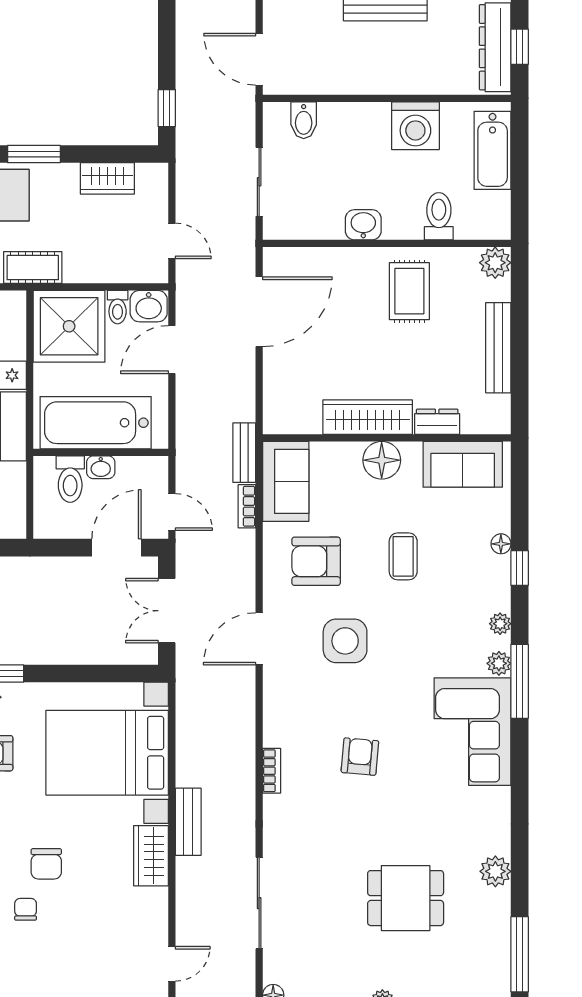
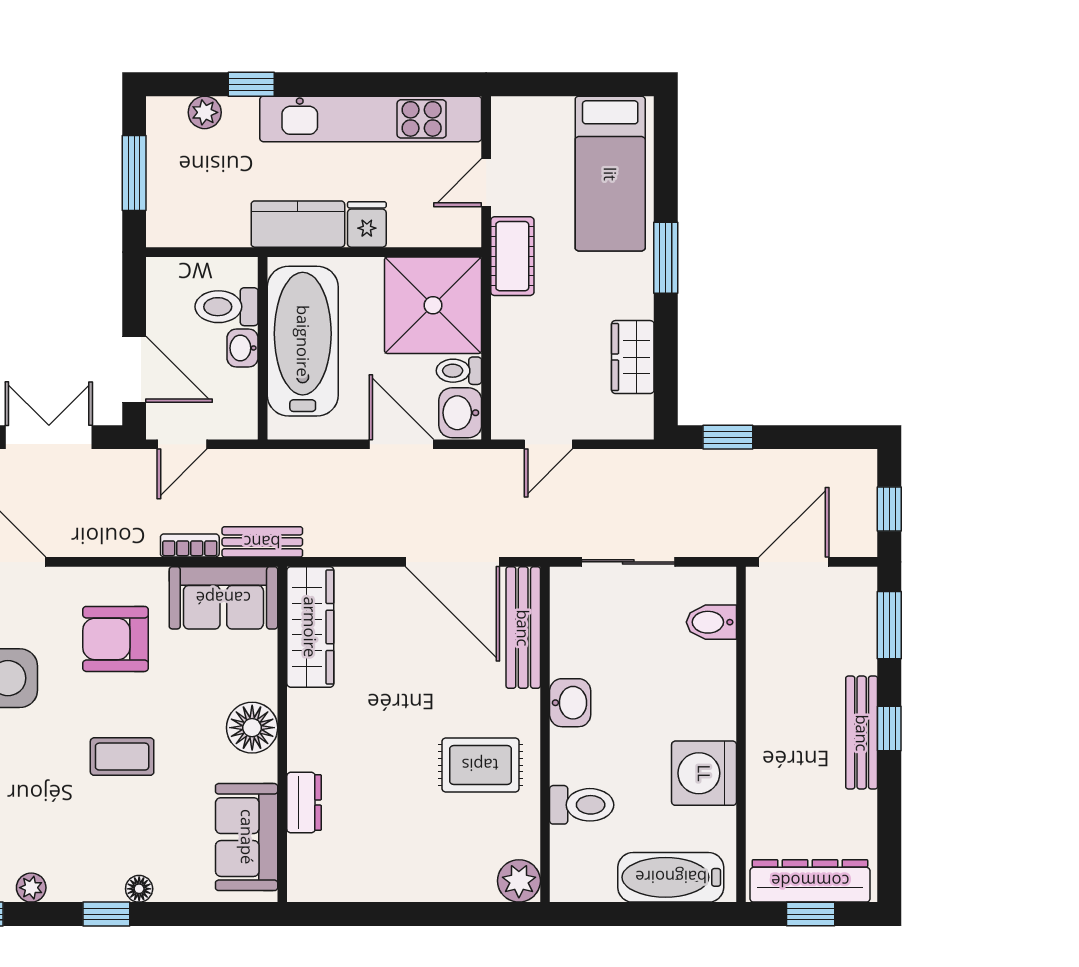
bench: (498, 348) -> (523, 628), moved, turned 90
wardrobe: (368, 417) -> (310, 627), moved
armchair: (316, 561) -> (116, 639), turned -90

